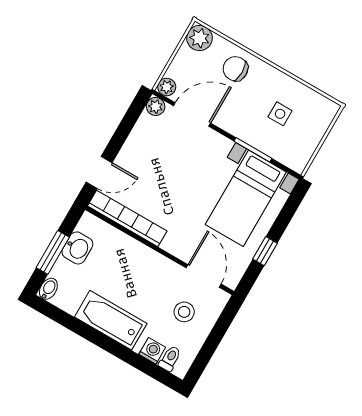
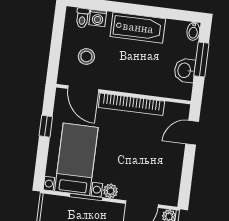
plant: (156, 107) -> (110, 191), moved
bookcase: (127, 218) -> (131, 104), moved

